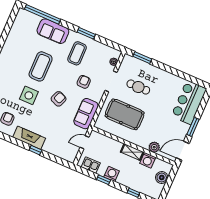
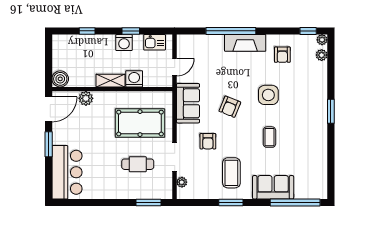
coffee table: (41, 66) -> (269, 137), width x0.54, depth x0.58
window: (35, 150) -> (231, 31), width x3.17
washing machine: (148, 160) -> (134, 79), moved
boiler: (162, 178) -> (60, 79), moved

